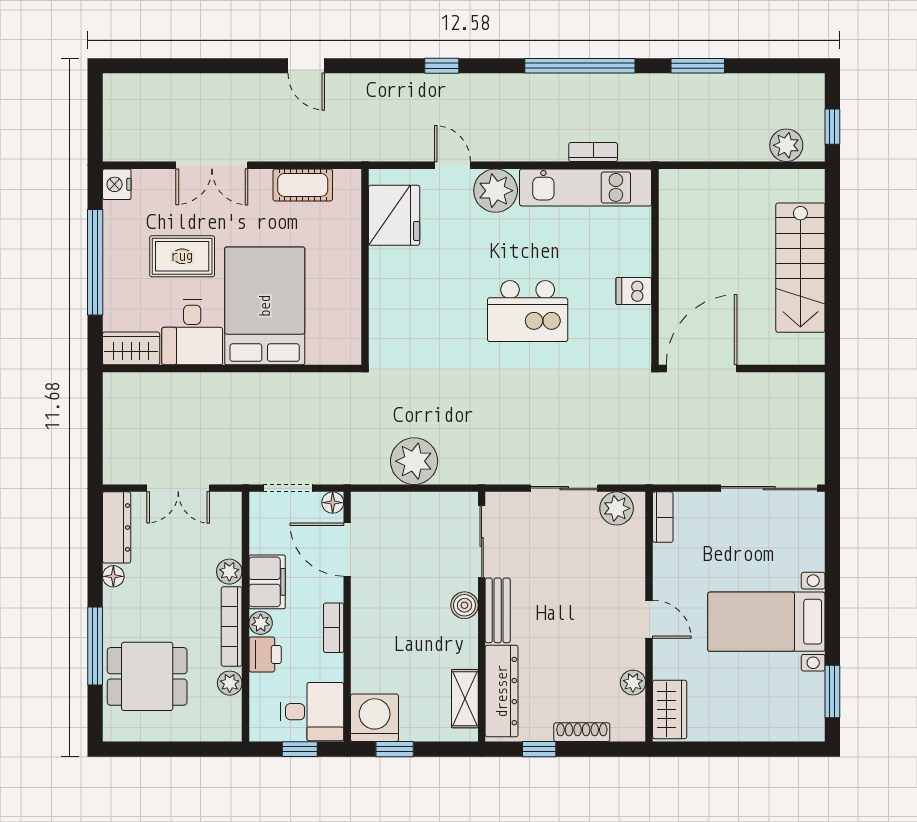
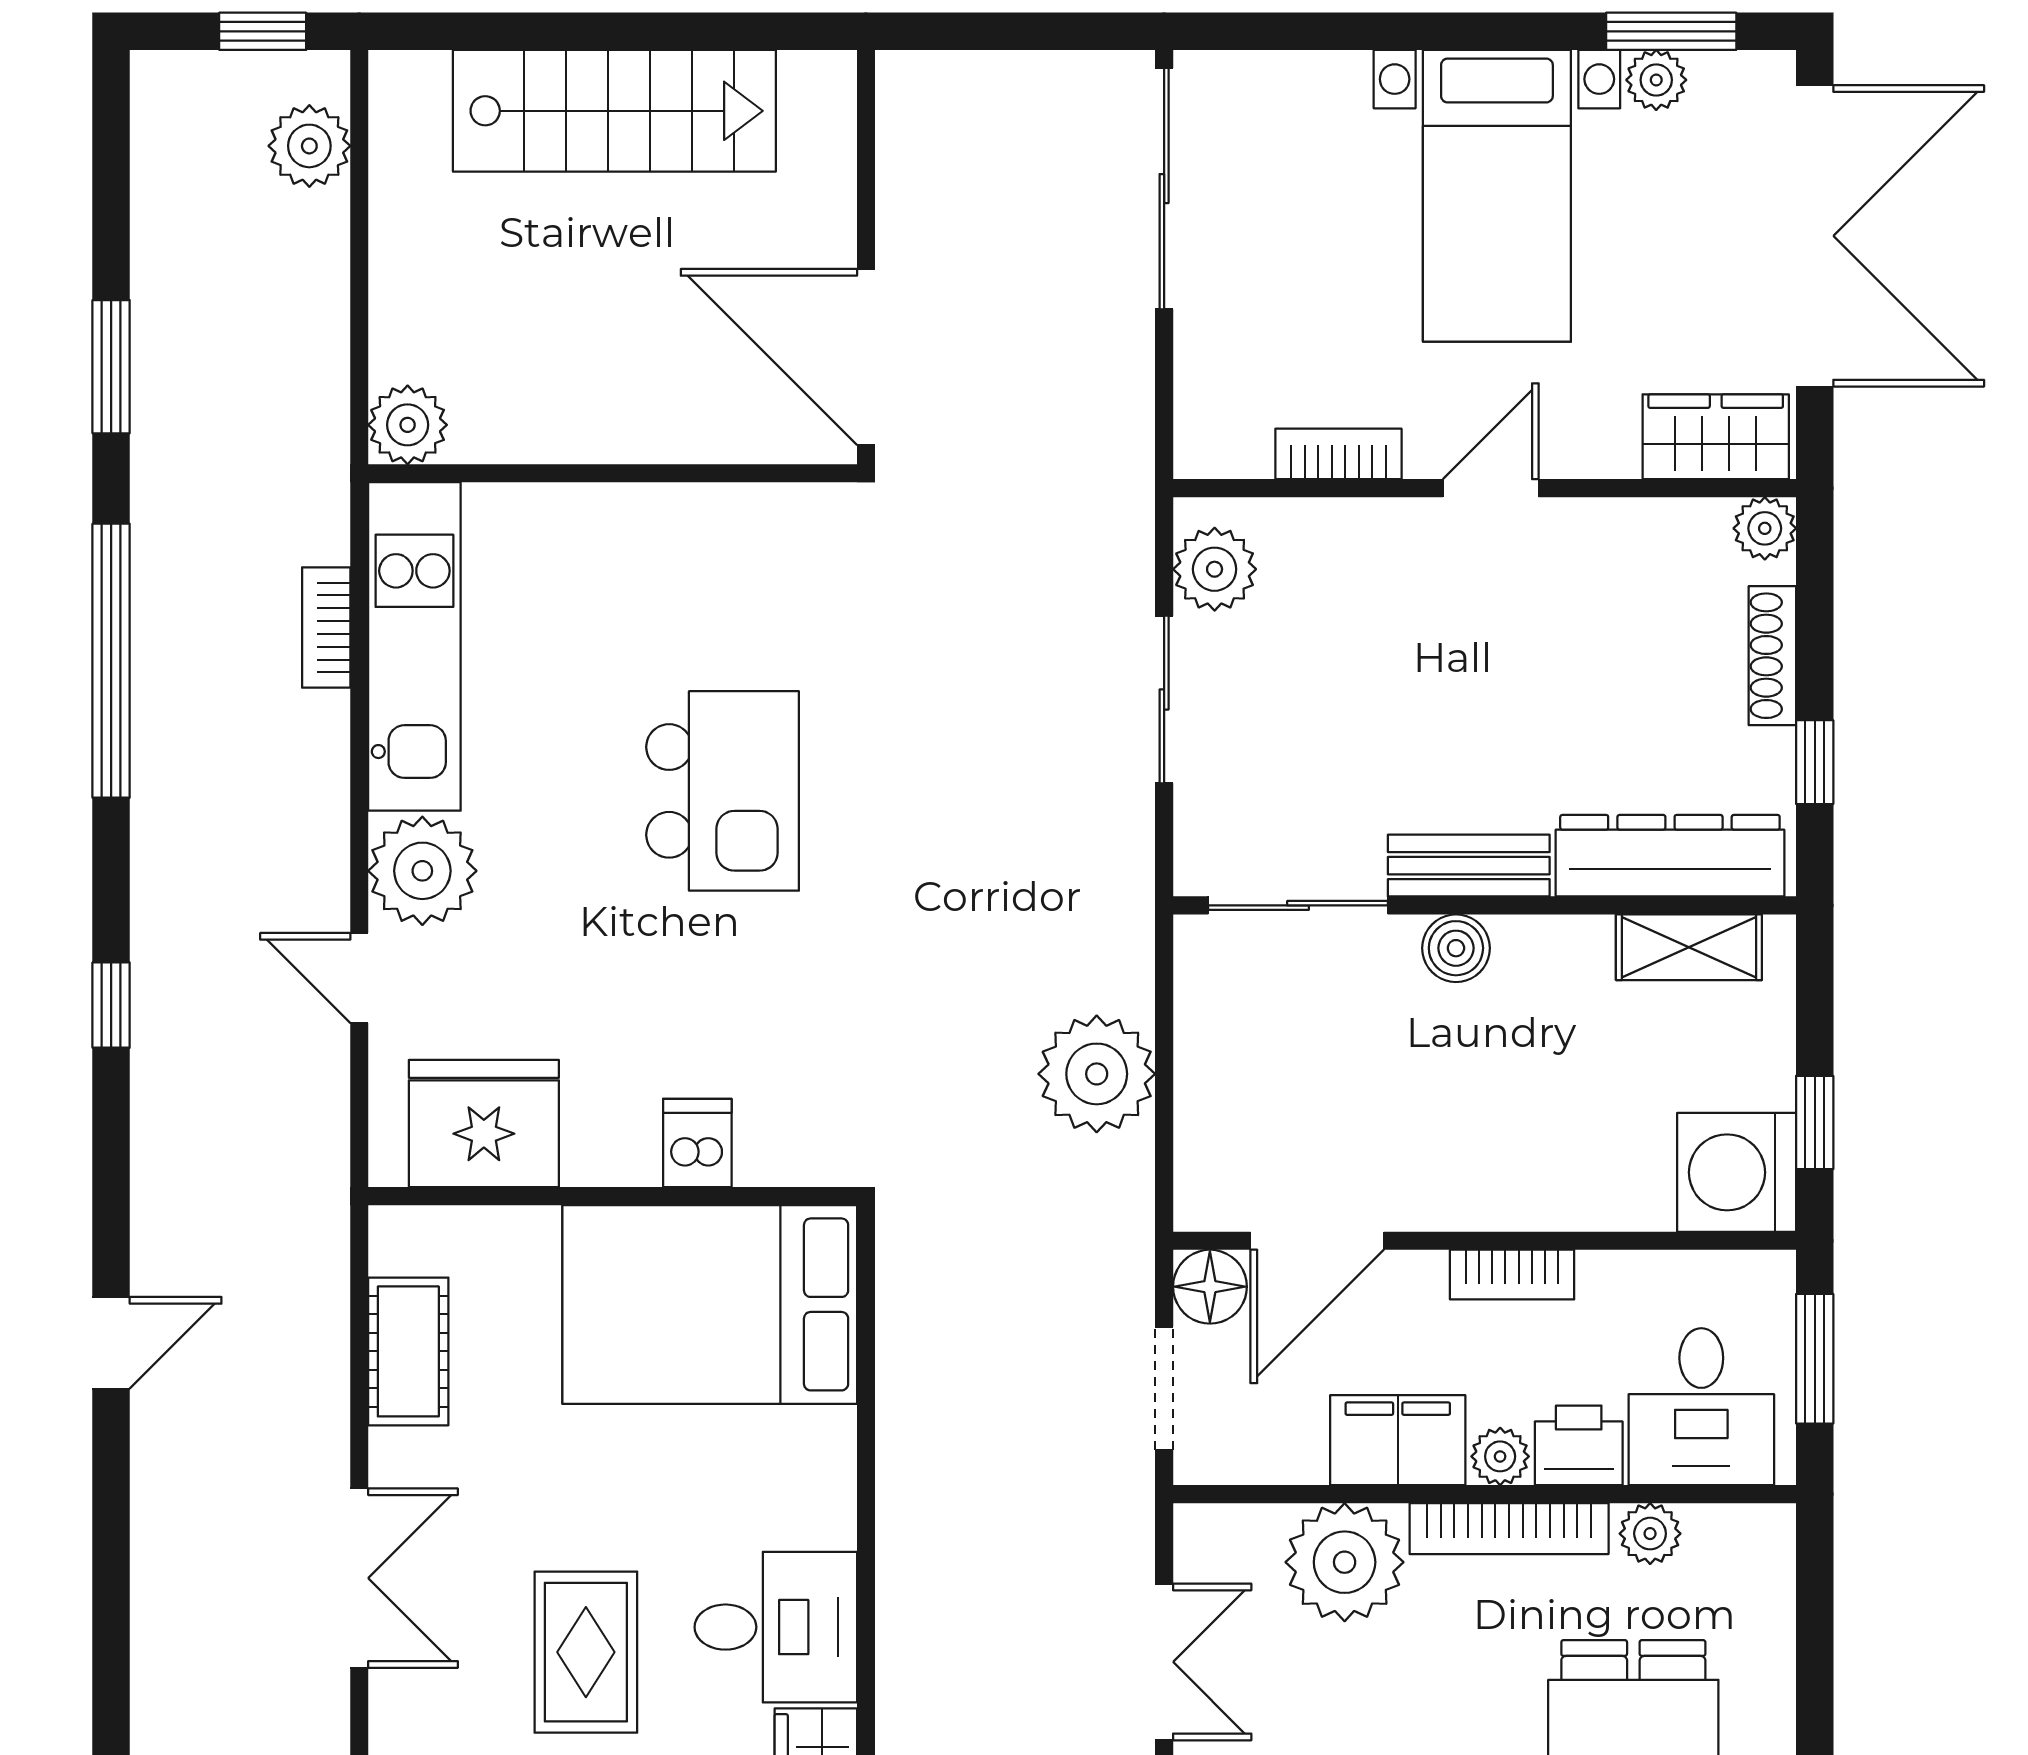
door: (453, 165) -> (359, 978), hinge flipped
plant: (674, 185) -> (408, 425), added
dishwasher: (634, 291) -> (697, 1143), moved, turned 180
bed: (265, 306) -> (710, 1304), moved
floor lamp: (333, 503) -> (1210, 1287), width x1.37, depth x1.37
bookcase: (663, 517) -> (1338, 454), moved
plant: (229, 572) -> (1345, 1562), width x1.88, depth x1.88
plant: (633, 683) -> (1765, 528), moved
plant: (813, 686) -> (1656, 80), added
desk: (312, 712) -> (1701, 1407), moved, turned 180
window: (300, 749) -> (1815, 1359), width x1.50
double door: (750, 749) -> (1815, 236), added

